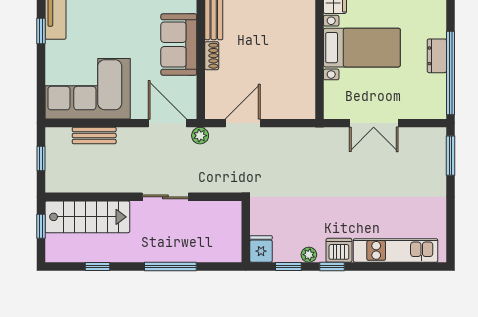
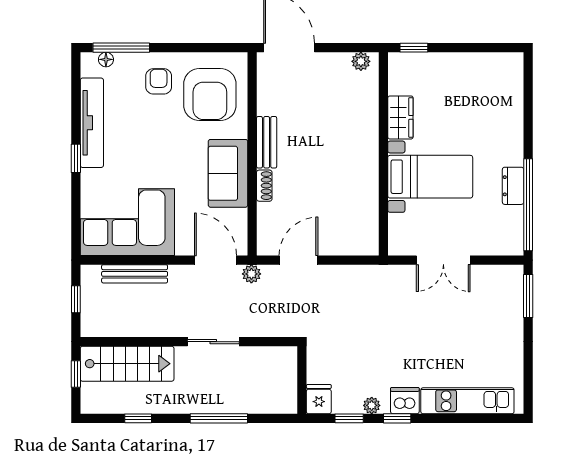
bench: (94, 136) -> (135, 274), width x1.36

